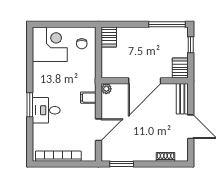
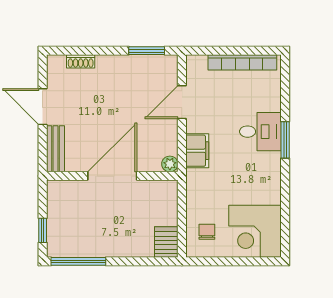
server rack: (180, 68) -> (59, 195), removed
filing cabinet: (88, 98) -> (197, 151), width x2.00

